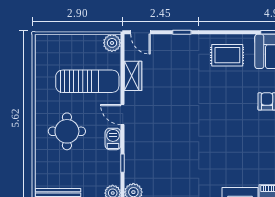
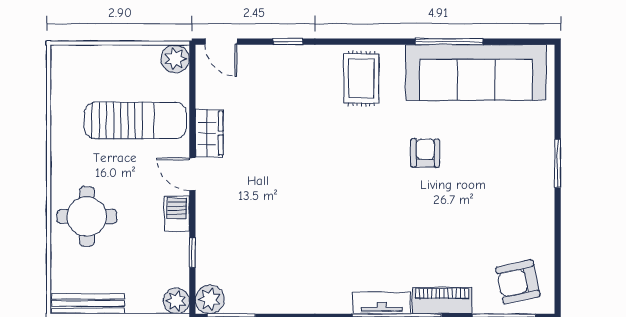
rug: (227, 55) -> (361, 78), turned 90
wardrobe: (133, 76) -> (209, 133), moved
round table: (67, 131) -> (87, 216), moved

